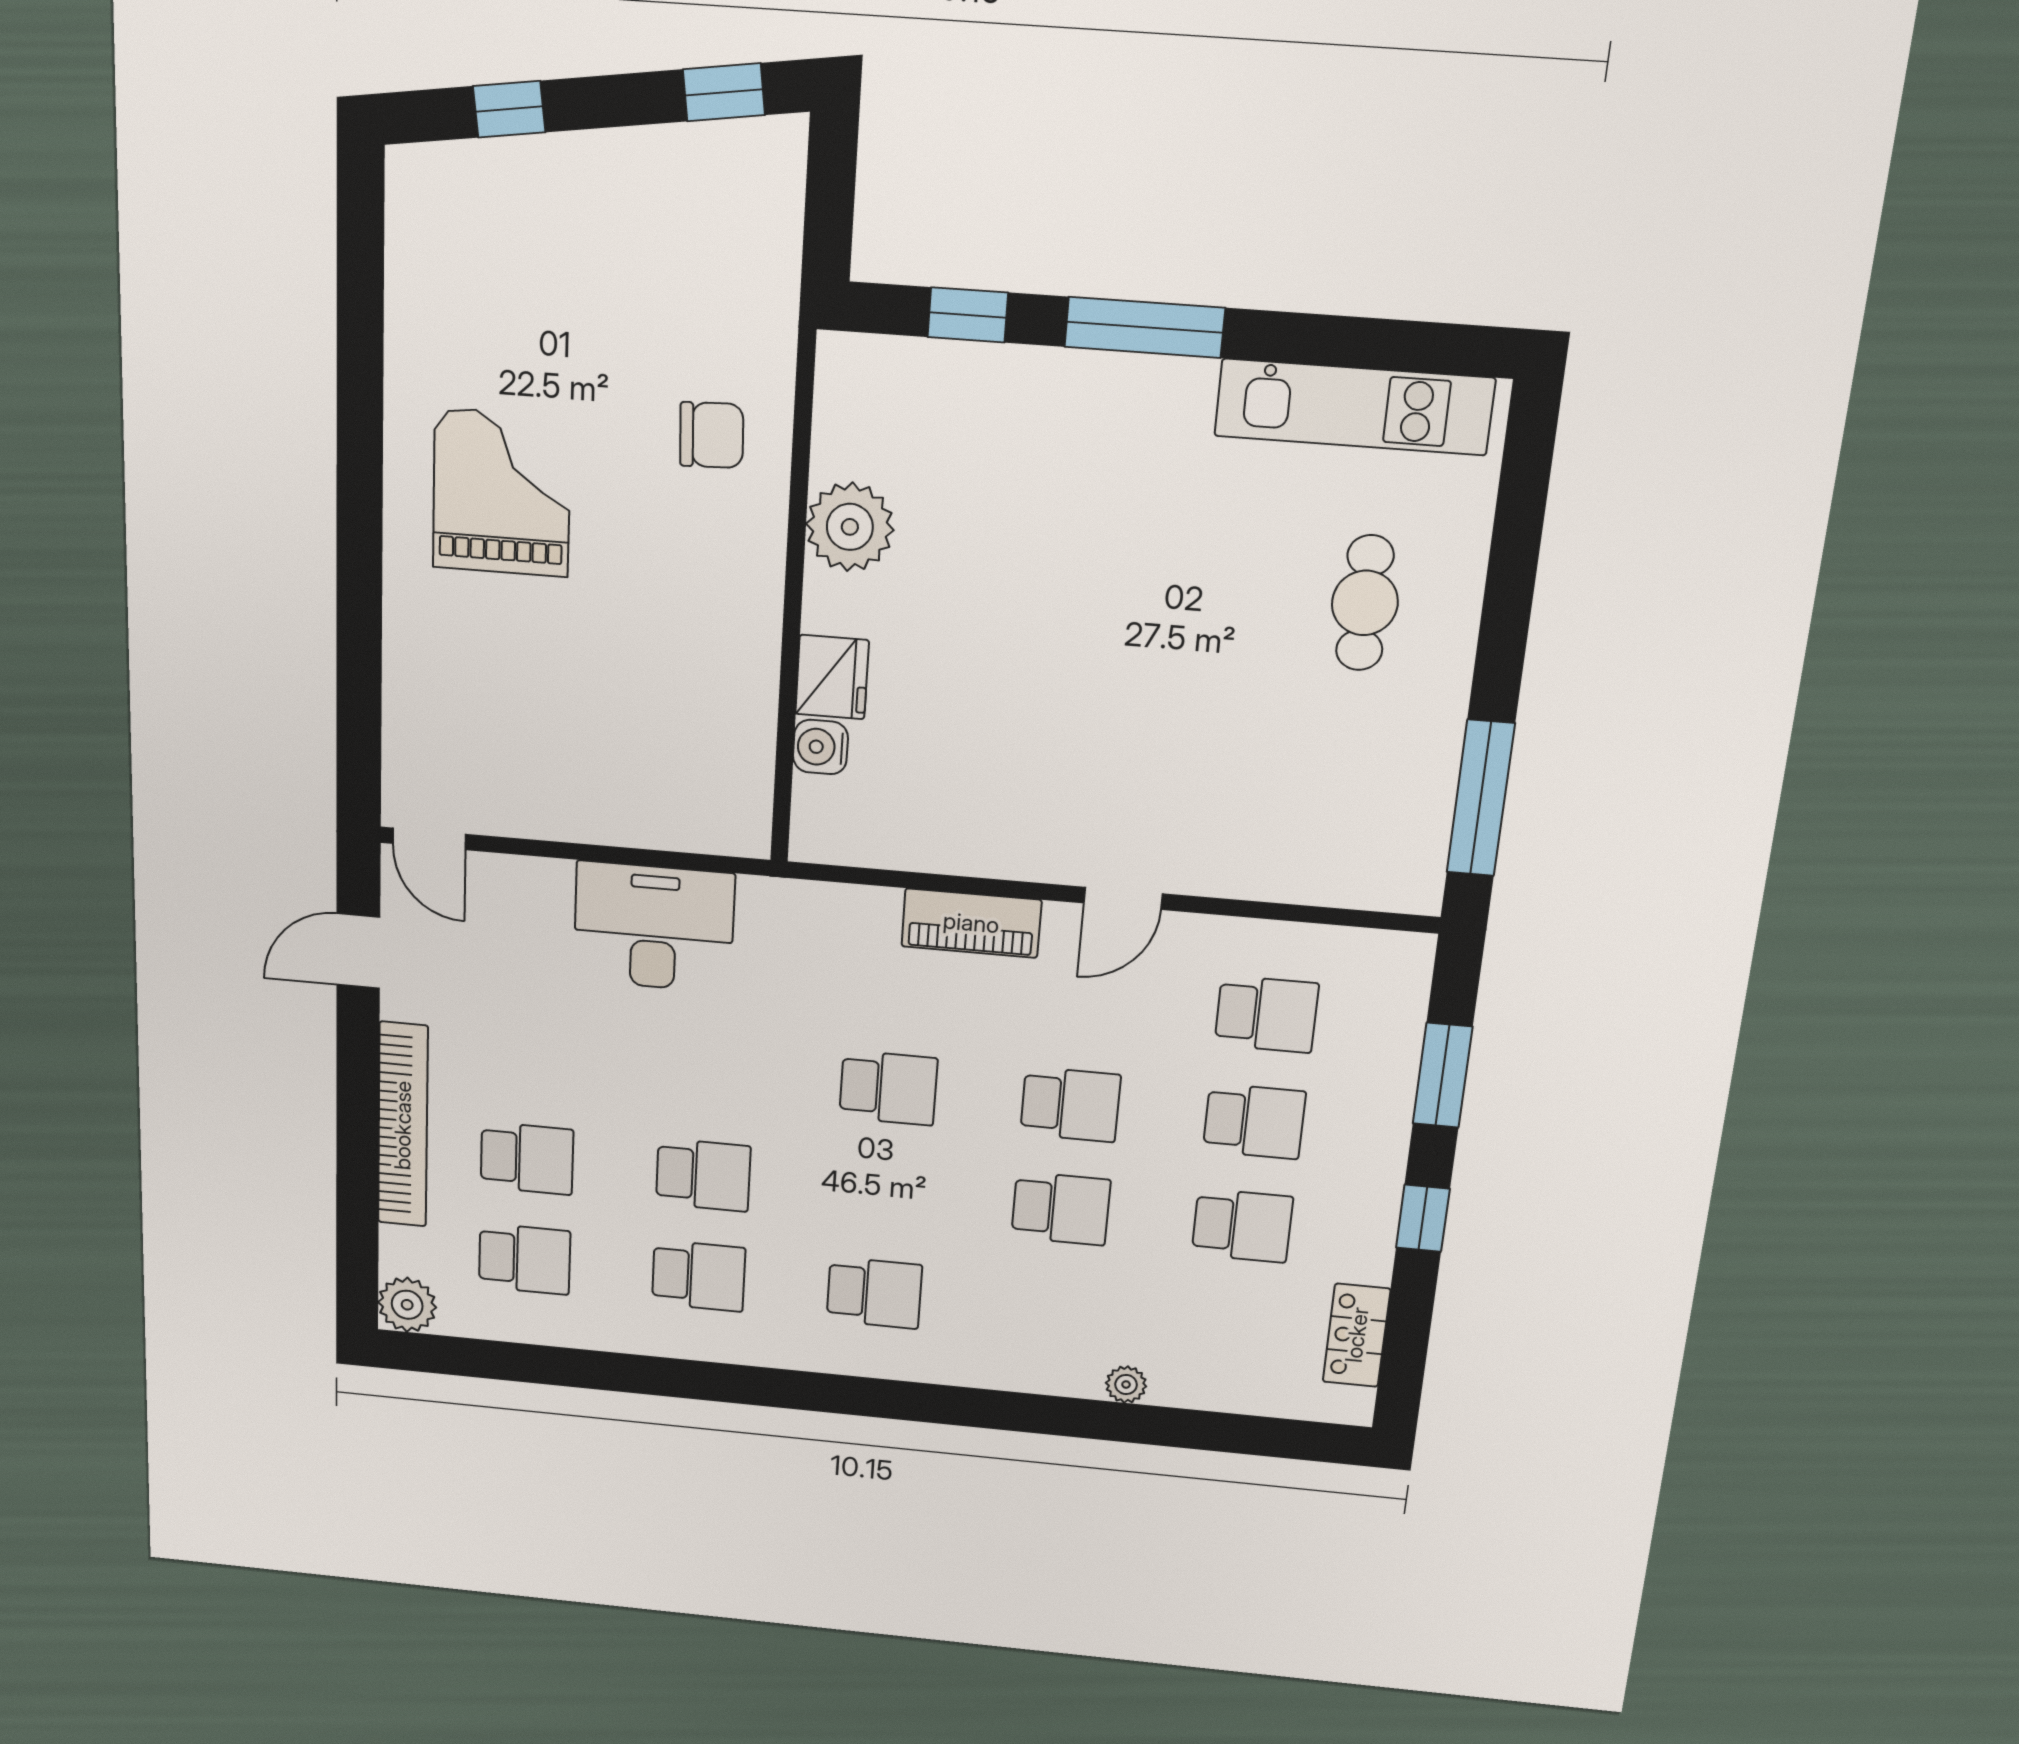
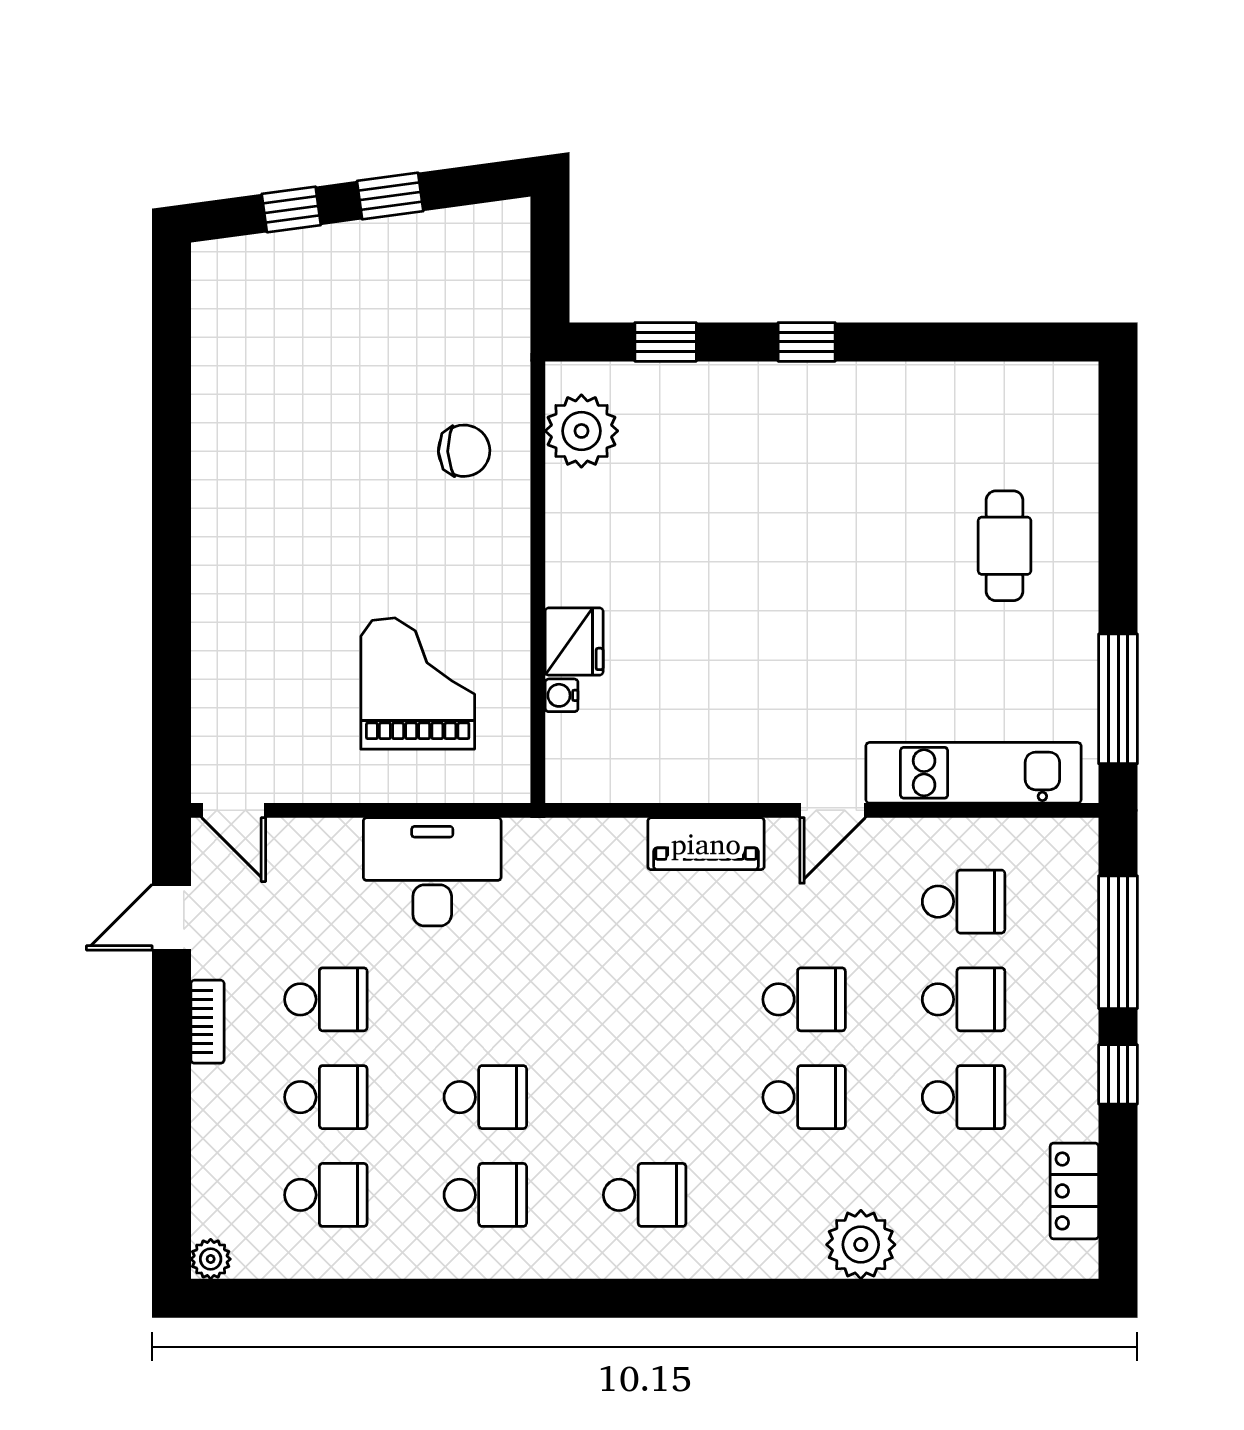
window: (724, 92) -> (390, 196), moved
window: (1145, 327) -> (807, 342), width x0.46
kitchen unit: (1354, 407) -> (974, 773), moved, turned 180
grand piano: (502, 493) -> (418, 684), moved
plant: (850, 527) -> (581, 431), moved
water cooler: (820, 747) -> (562, 695), width x0.72, depth x0.72
window: (1443, 1075) -> (1118, 942), width x1.44
school desk: (888, 1088) -> (326, 999), moved
bookcase: (403, 1125) -> (207, 1022), width x0.43, depth x0.76
plant: (407, 1305) -> (211, 1259), width x0.73, depth x0.73
plant: (1126, 1385) -> (861, 1245), width x1.87, depth x1.87

